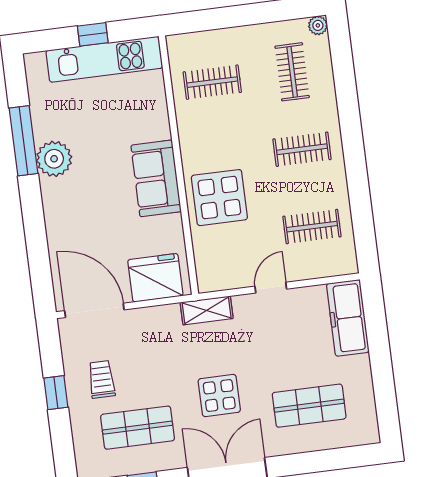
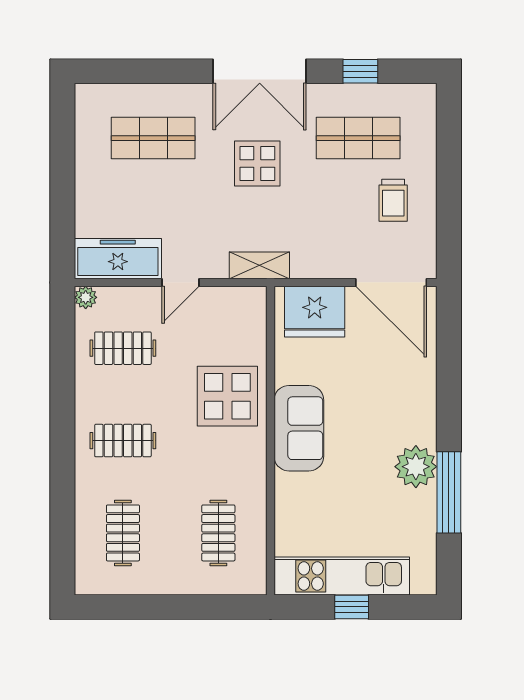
plant: (318, 25) -> (86, 297), moved
clothes rail: (212, 82) -> (218, 533), turned 90
freezer: (348, 318) -> (118, 259), moved, turned -90
window: (56, 393) -> (449, 192), removed

